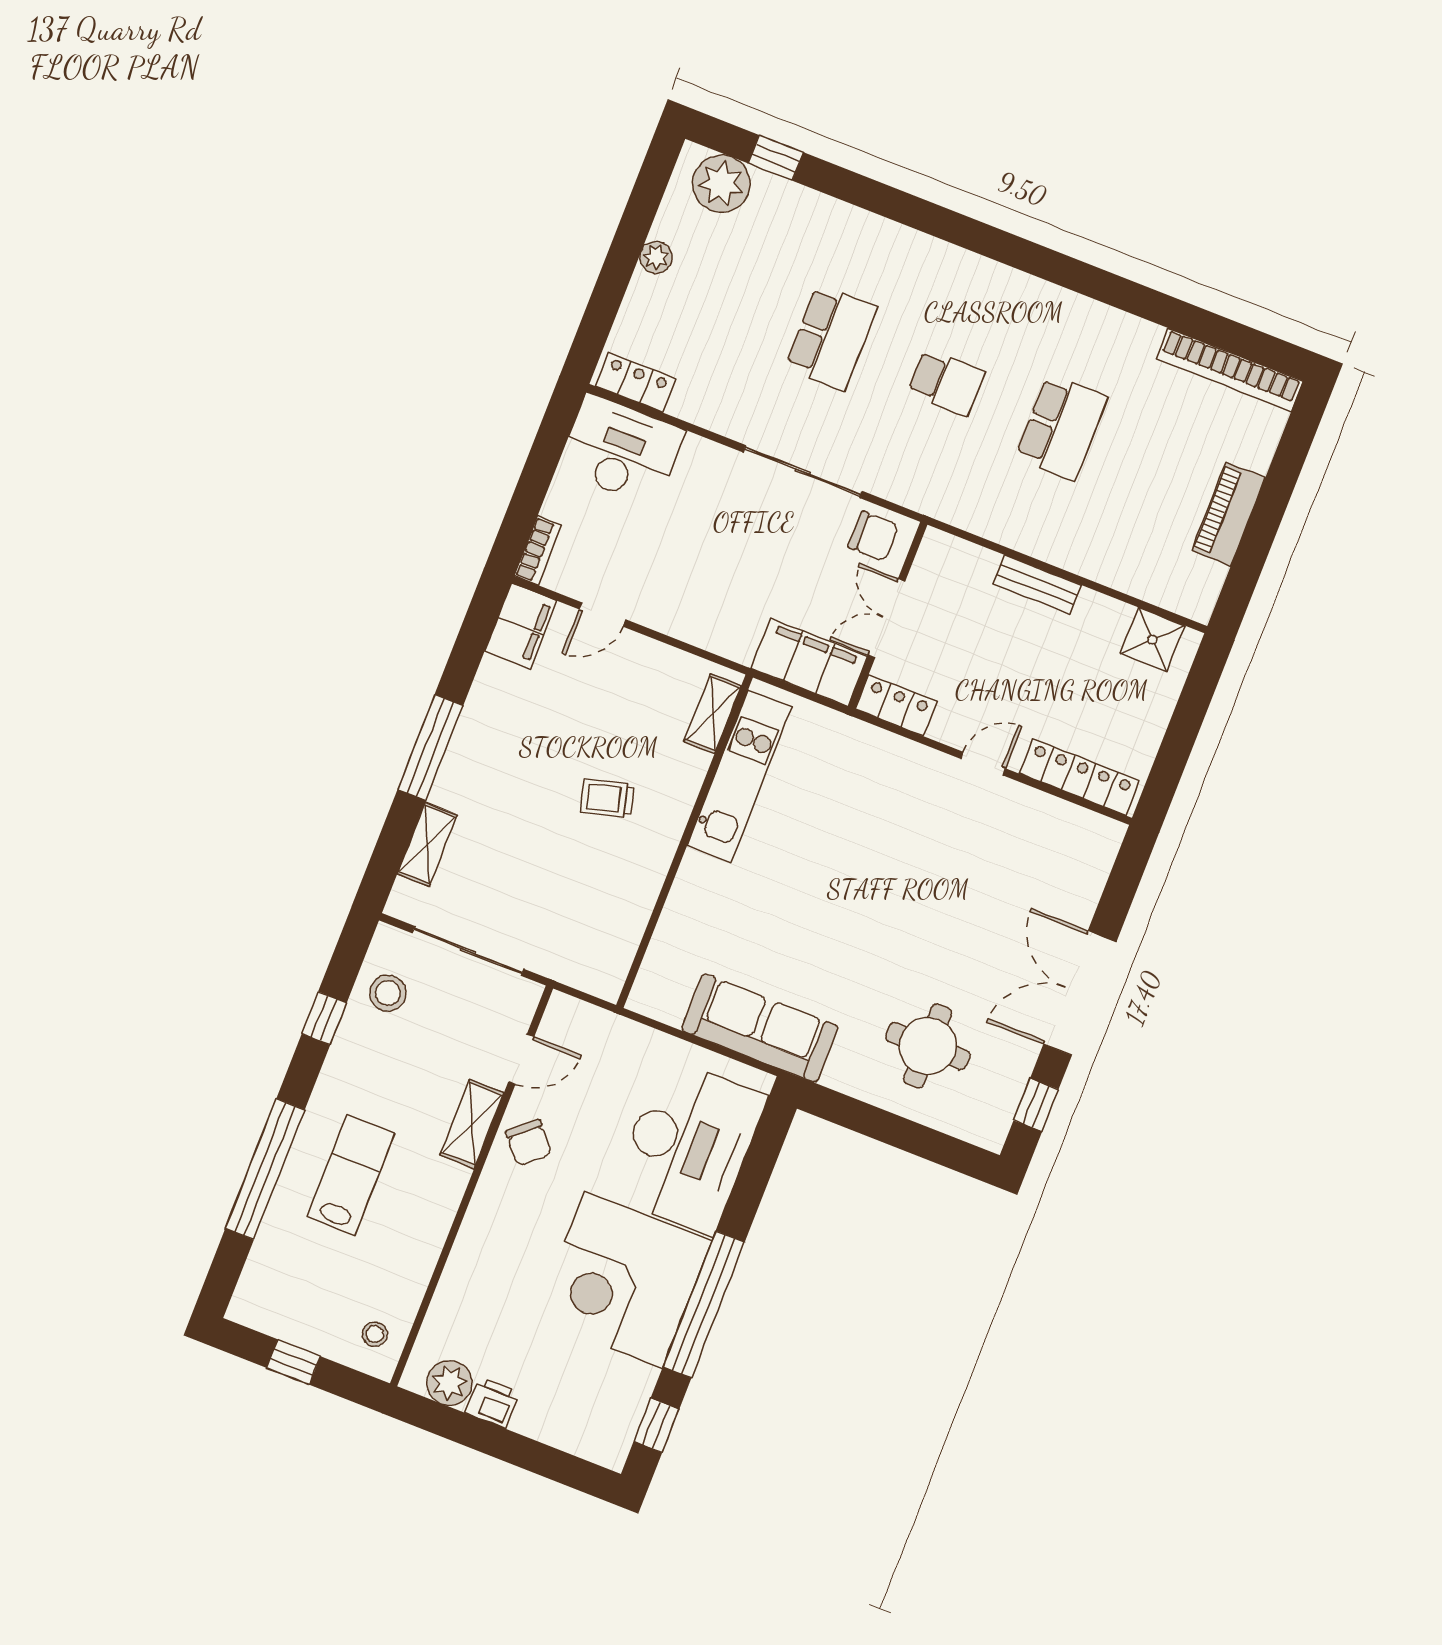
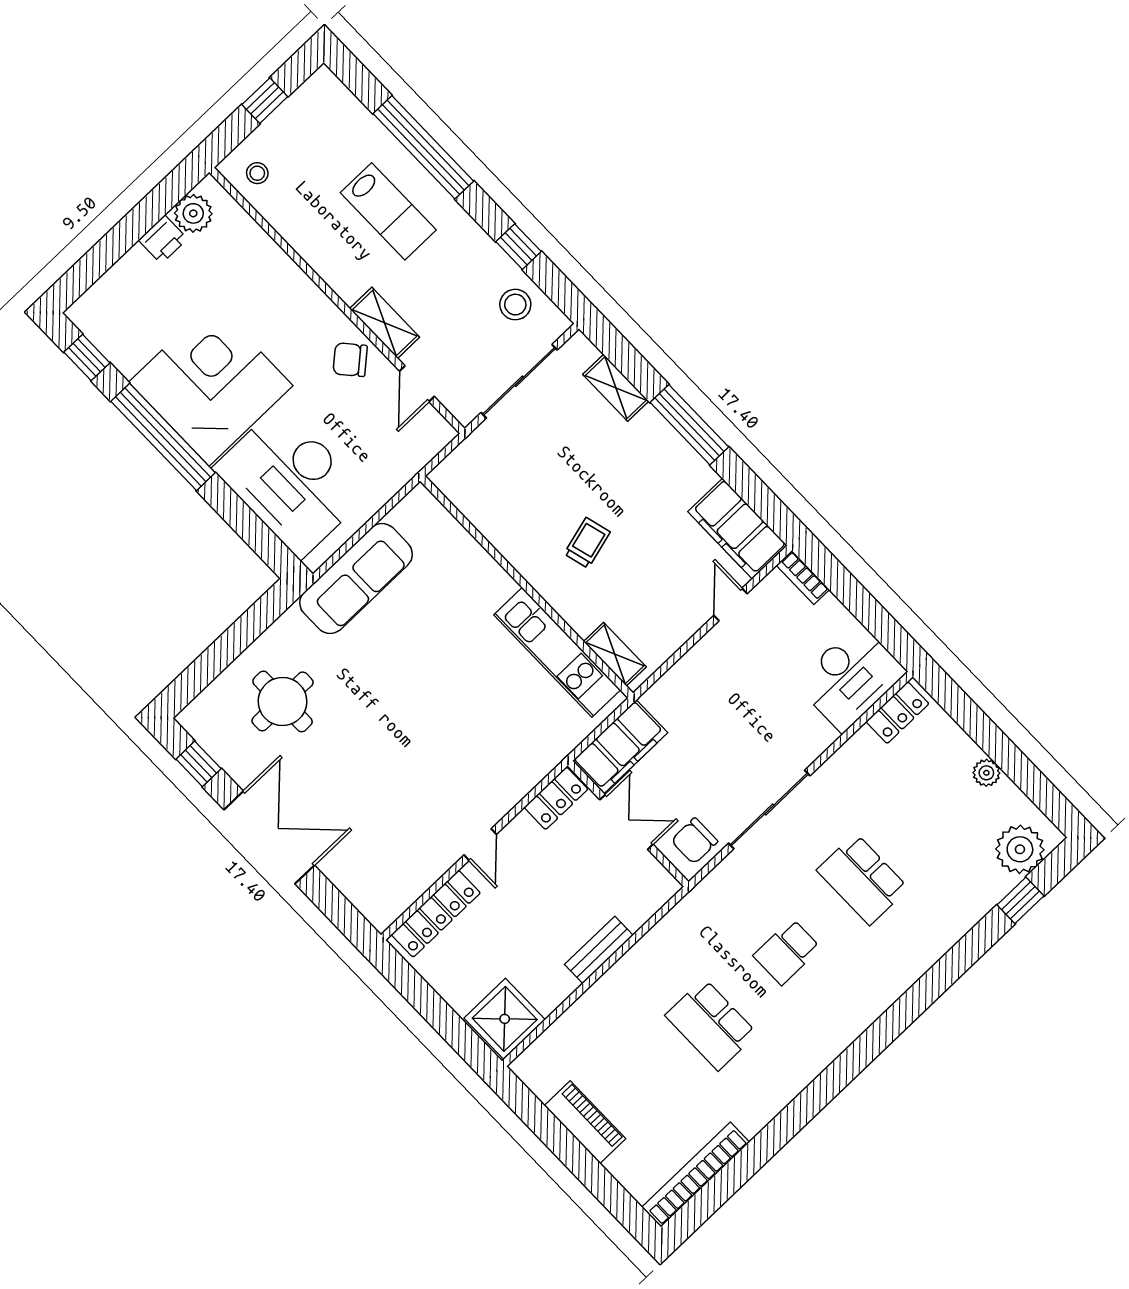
filing cabinet: (521, 626) -> (737, 529), width x1.50, depth x1.17
shower: (1152, 640) -> (505, 1019), width x1.36, depth x1.36

